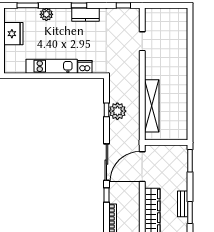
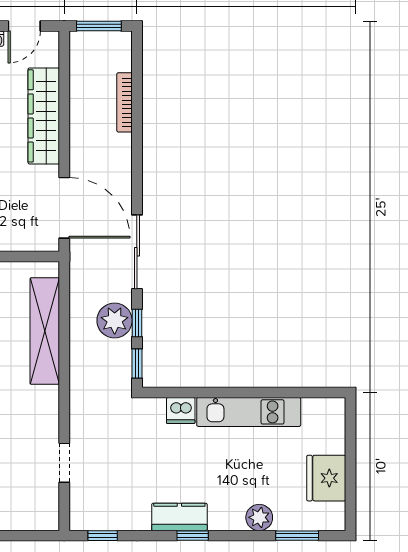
sliding door: (106, 162) -> (137, 252), moved
door: (142, 167) -> (64, 208), hinge flipped
window: (106, 195) -> (137, 363), moved

